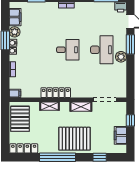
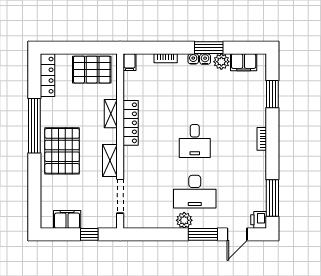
window: (100, 157) -> (34, 188), removed

